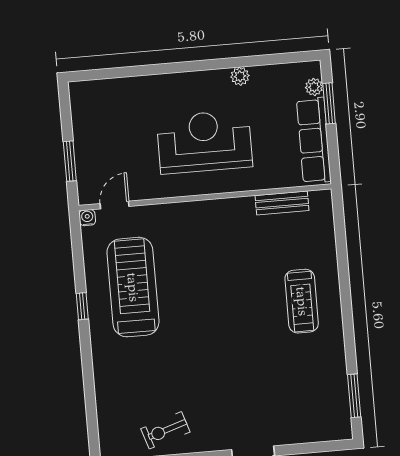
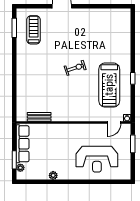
reception desk: (204, 142) -> (97, 159), moved
treadmill: (302, 301) -> (34, 30), moved
exercise bike: (165, 430) -> (75, 68), moved

